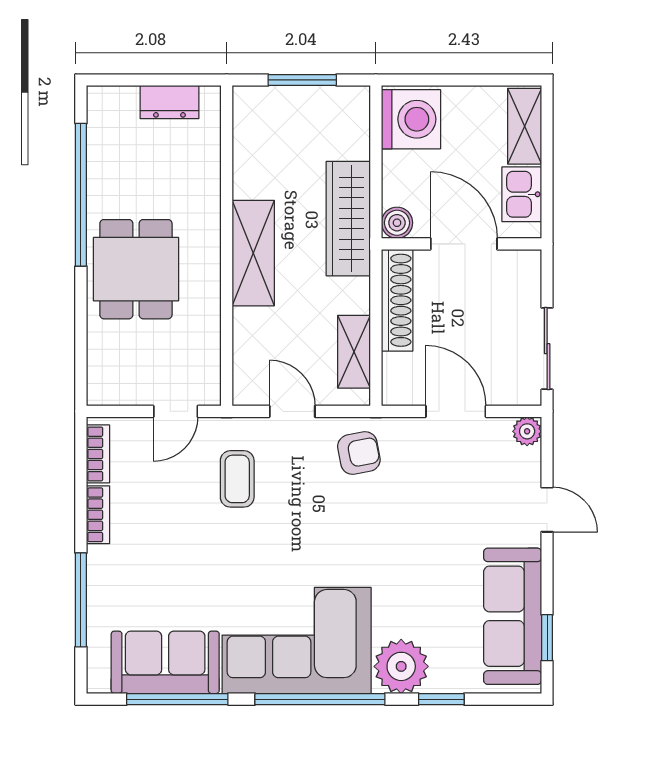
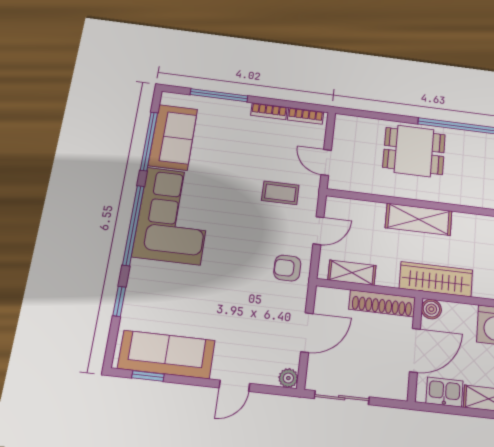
armchair: (359, 453) -> (287, 268), turned 101
plant: (401, 666) -> (145, 278), removed

